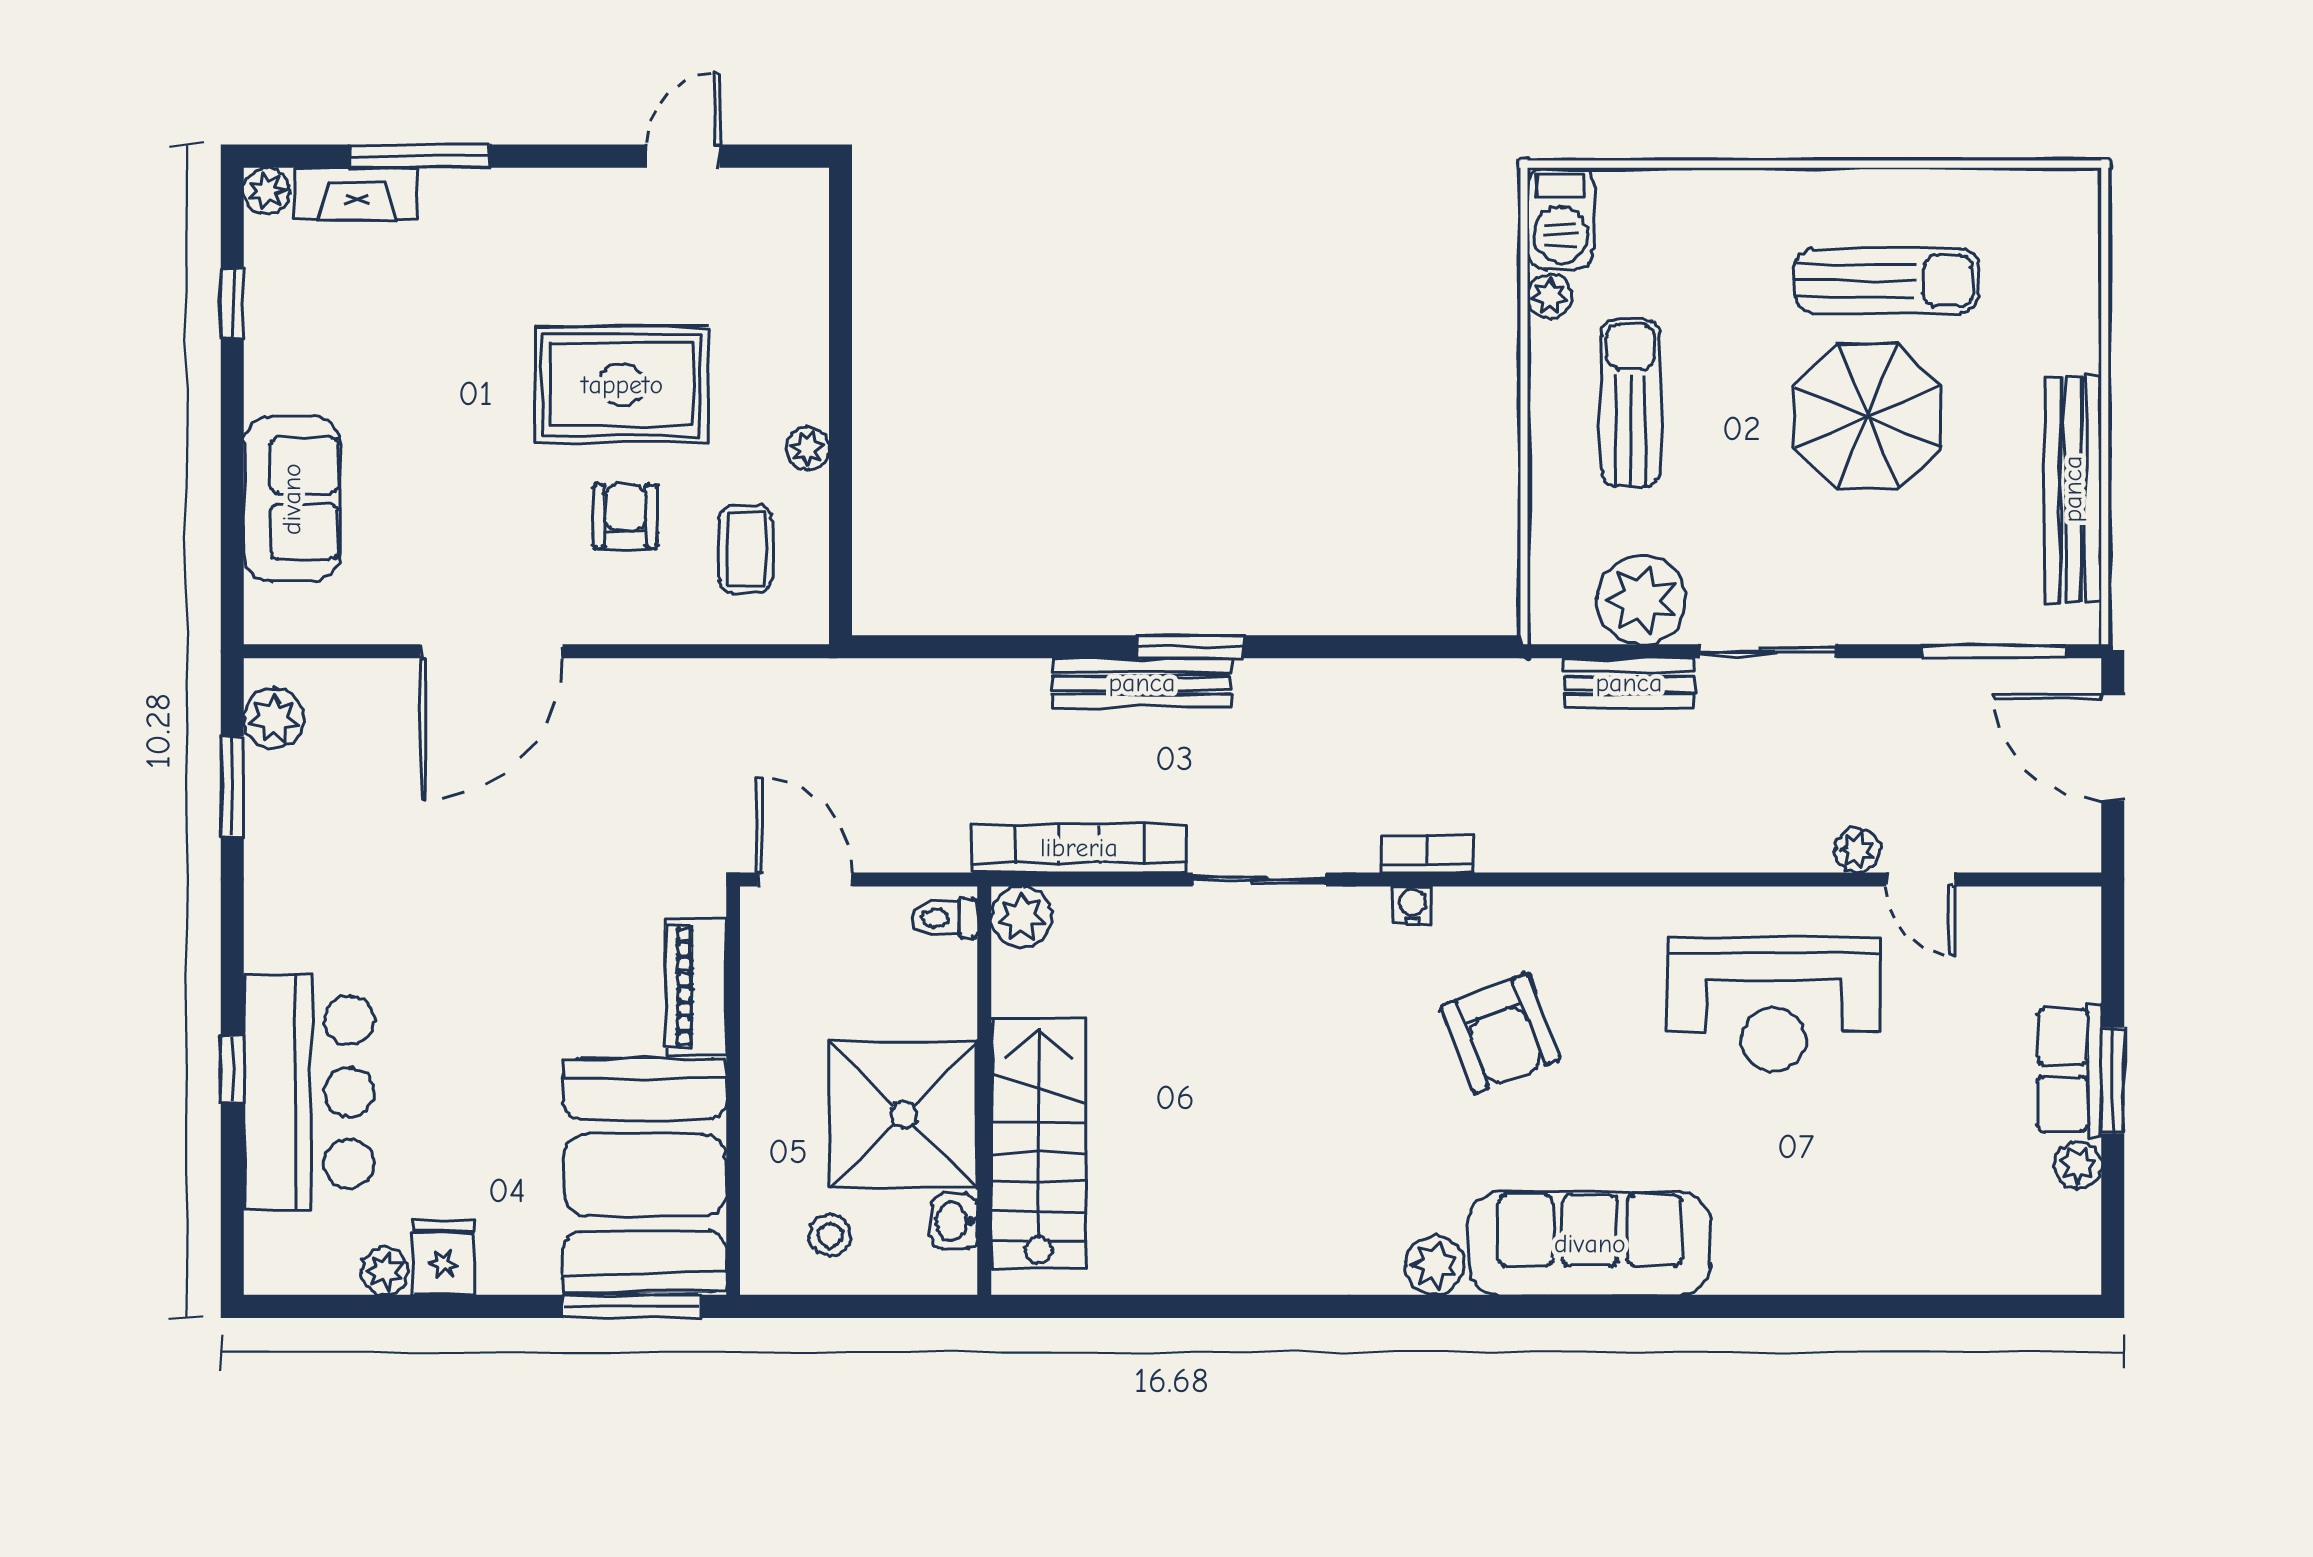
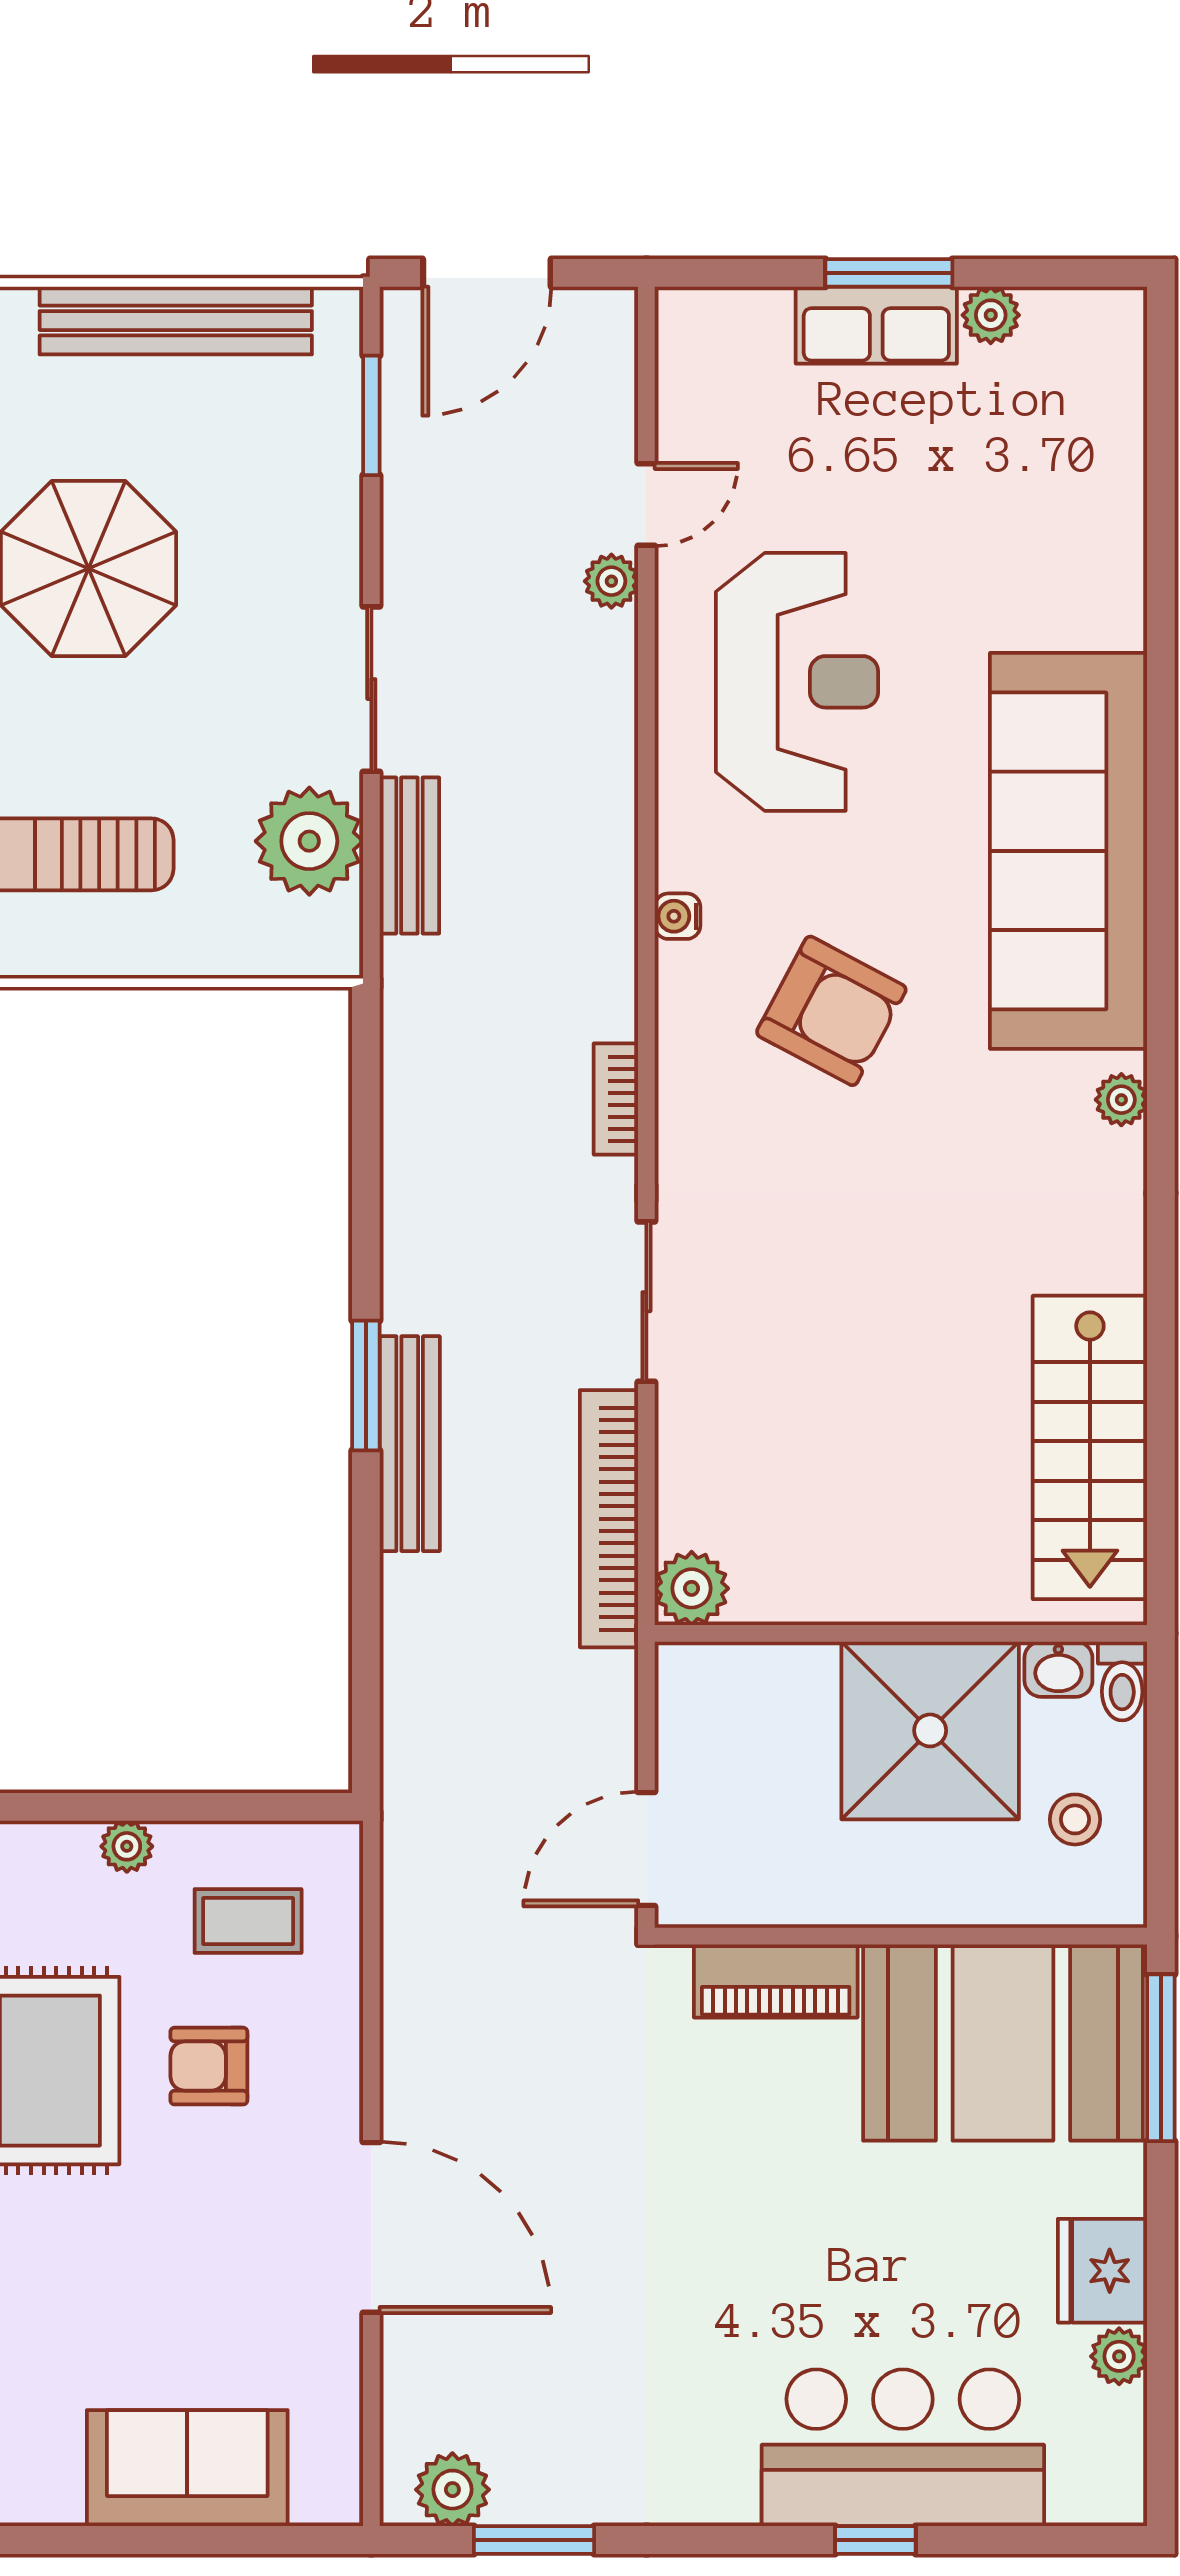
window: (1995, 651) -> (371, 415), width x0.69
water cooler: (1413, 905) -> (678, 916), moved
toilet: (945, 918) -> (1122, 1681), moved
armchair: (1501, 1033) -> (831, 1011), turned 49
stairs: (1039, 1144) -> (1090, 1447), moved, turned -90
sofa: (1590, 1244) -> (1069, 851), width x1.36, depth x1.27
fridge: (444, 1258) -> (1103, 2271), width x1.38
plant: (1435, 1265) -> (1121, 1100), width x0.73, depth x0.73

